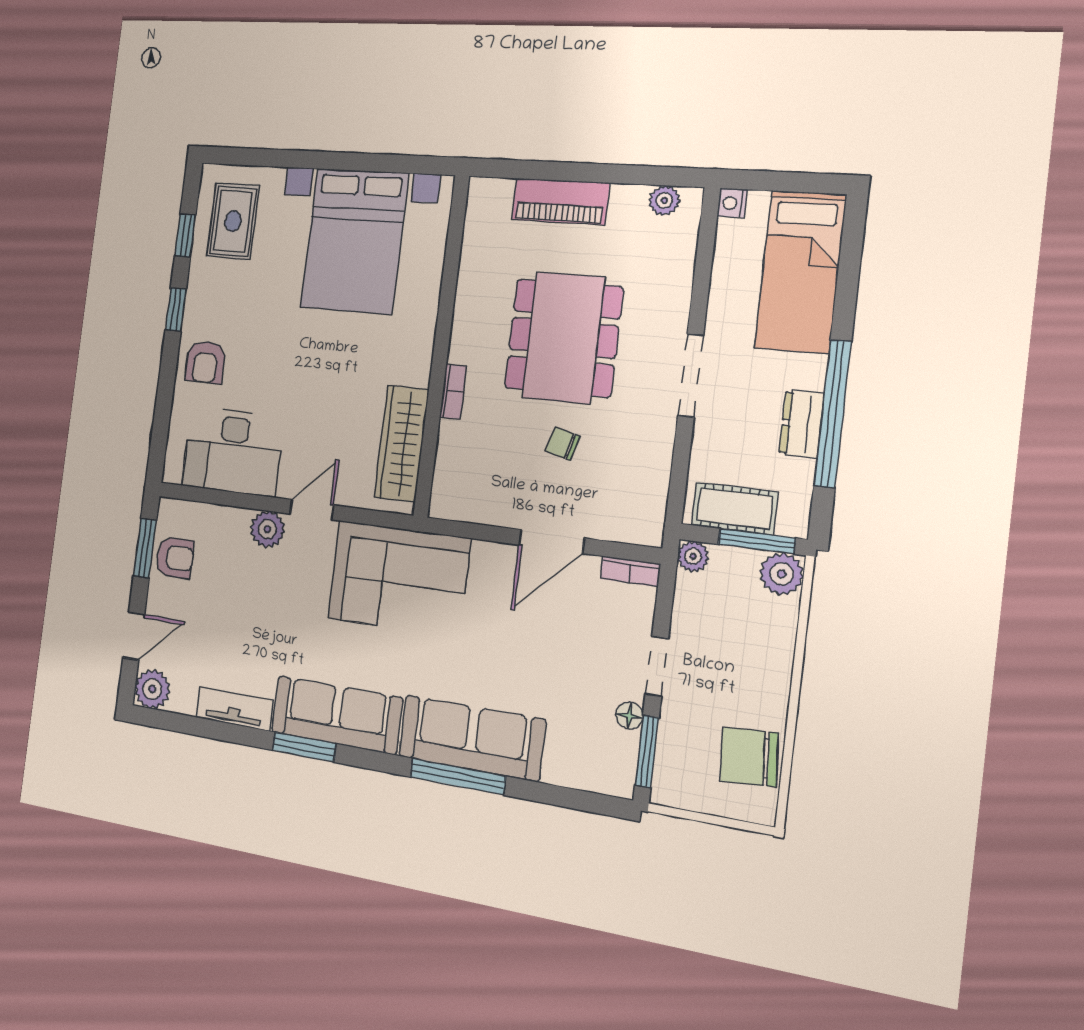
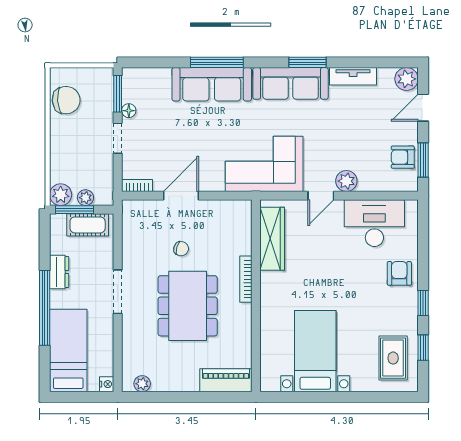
piano: (560, 201) -> (226, 380), moved
bed with nightstands: (354, 241) -> (315, 351), width x0.73
bookcase: (453, 392) -> (246, 279), width x1.56
window: (833, 414) -> (45, 308), moved
plant: (693, 556) -> (85, 198), moved

